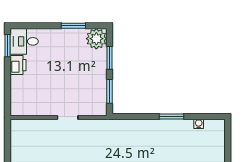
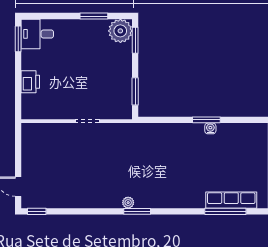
window: (109, 58) -> (135, 40), moved
printer: (18, 65) -> (30, 82), moved
water cooler: (199, 124) -> (210, 128), moved

